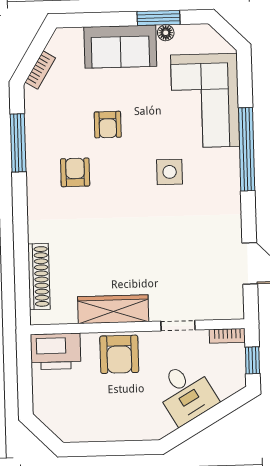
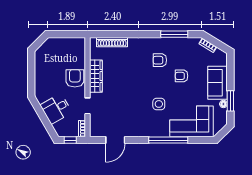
armchair: (75, 172) -> (160, 60), turned 180
printer: (56, 351) -> (77, 49), removed
armchair: (119, 354) -> (75, 78), turned 90

